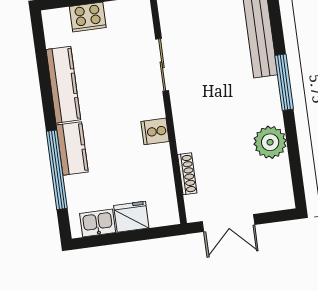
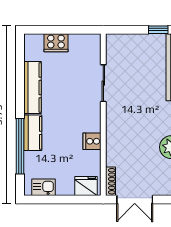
cooker: (155, 131) -> (92, 141), moved
shoe rack: (187, 174) -> (111, 181), moved
fridge: (131, 217) -> (86, 186), moved

